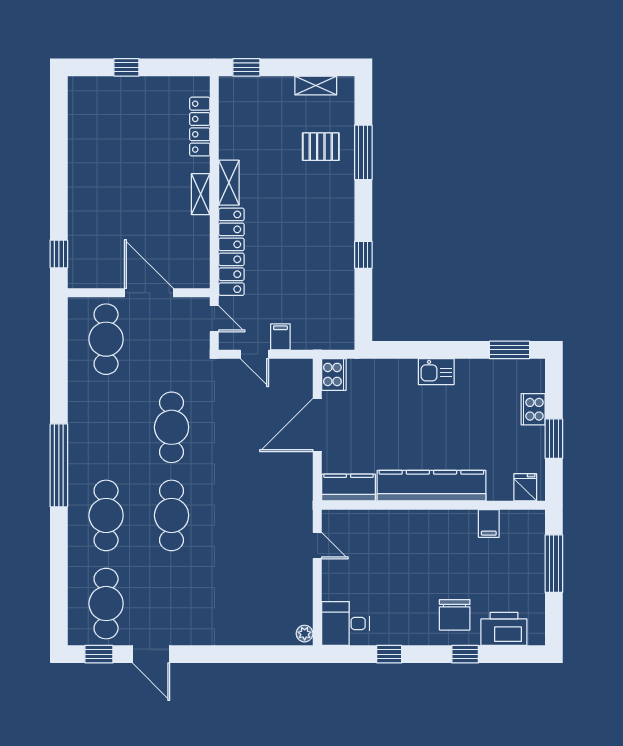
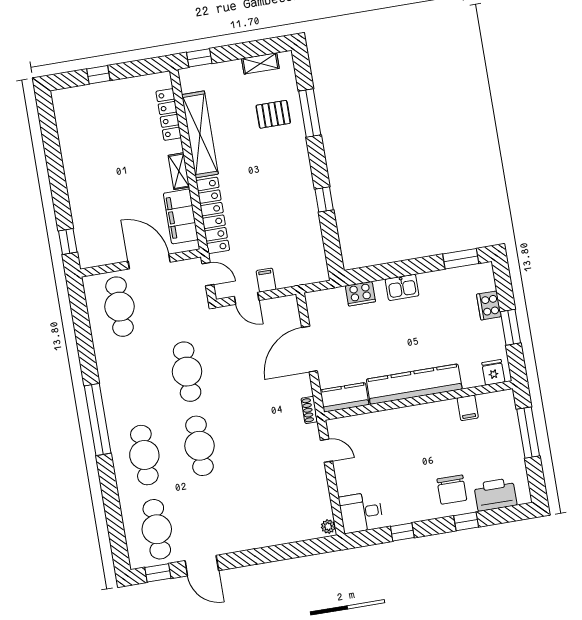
shelving: (229, 183) -> (200, 134), width x2.20, depth x1.33
filing cabinet: (194, 247) -> (181, 216), added
cooker: (334, 374) -> (360, 294), moved, turned 90
shoe rack: (305, 495) -> (309, 410), added

